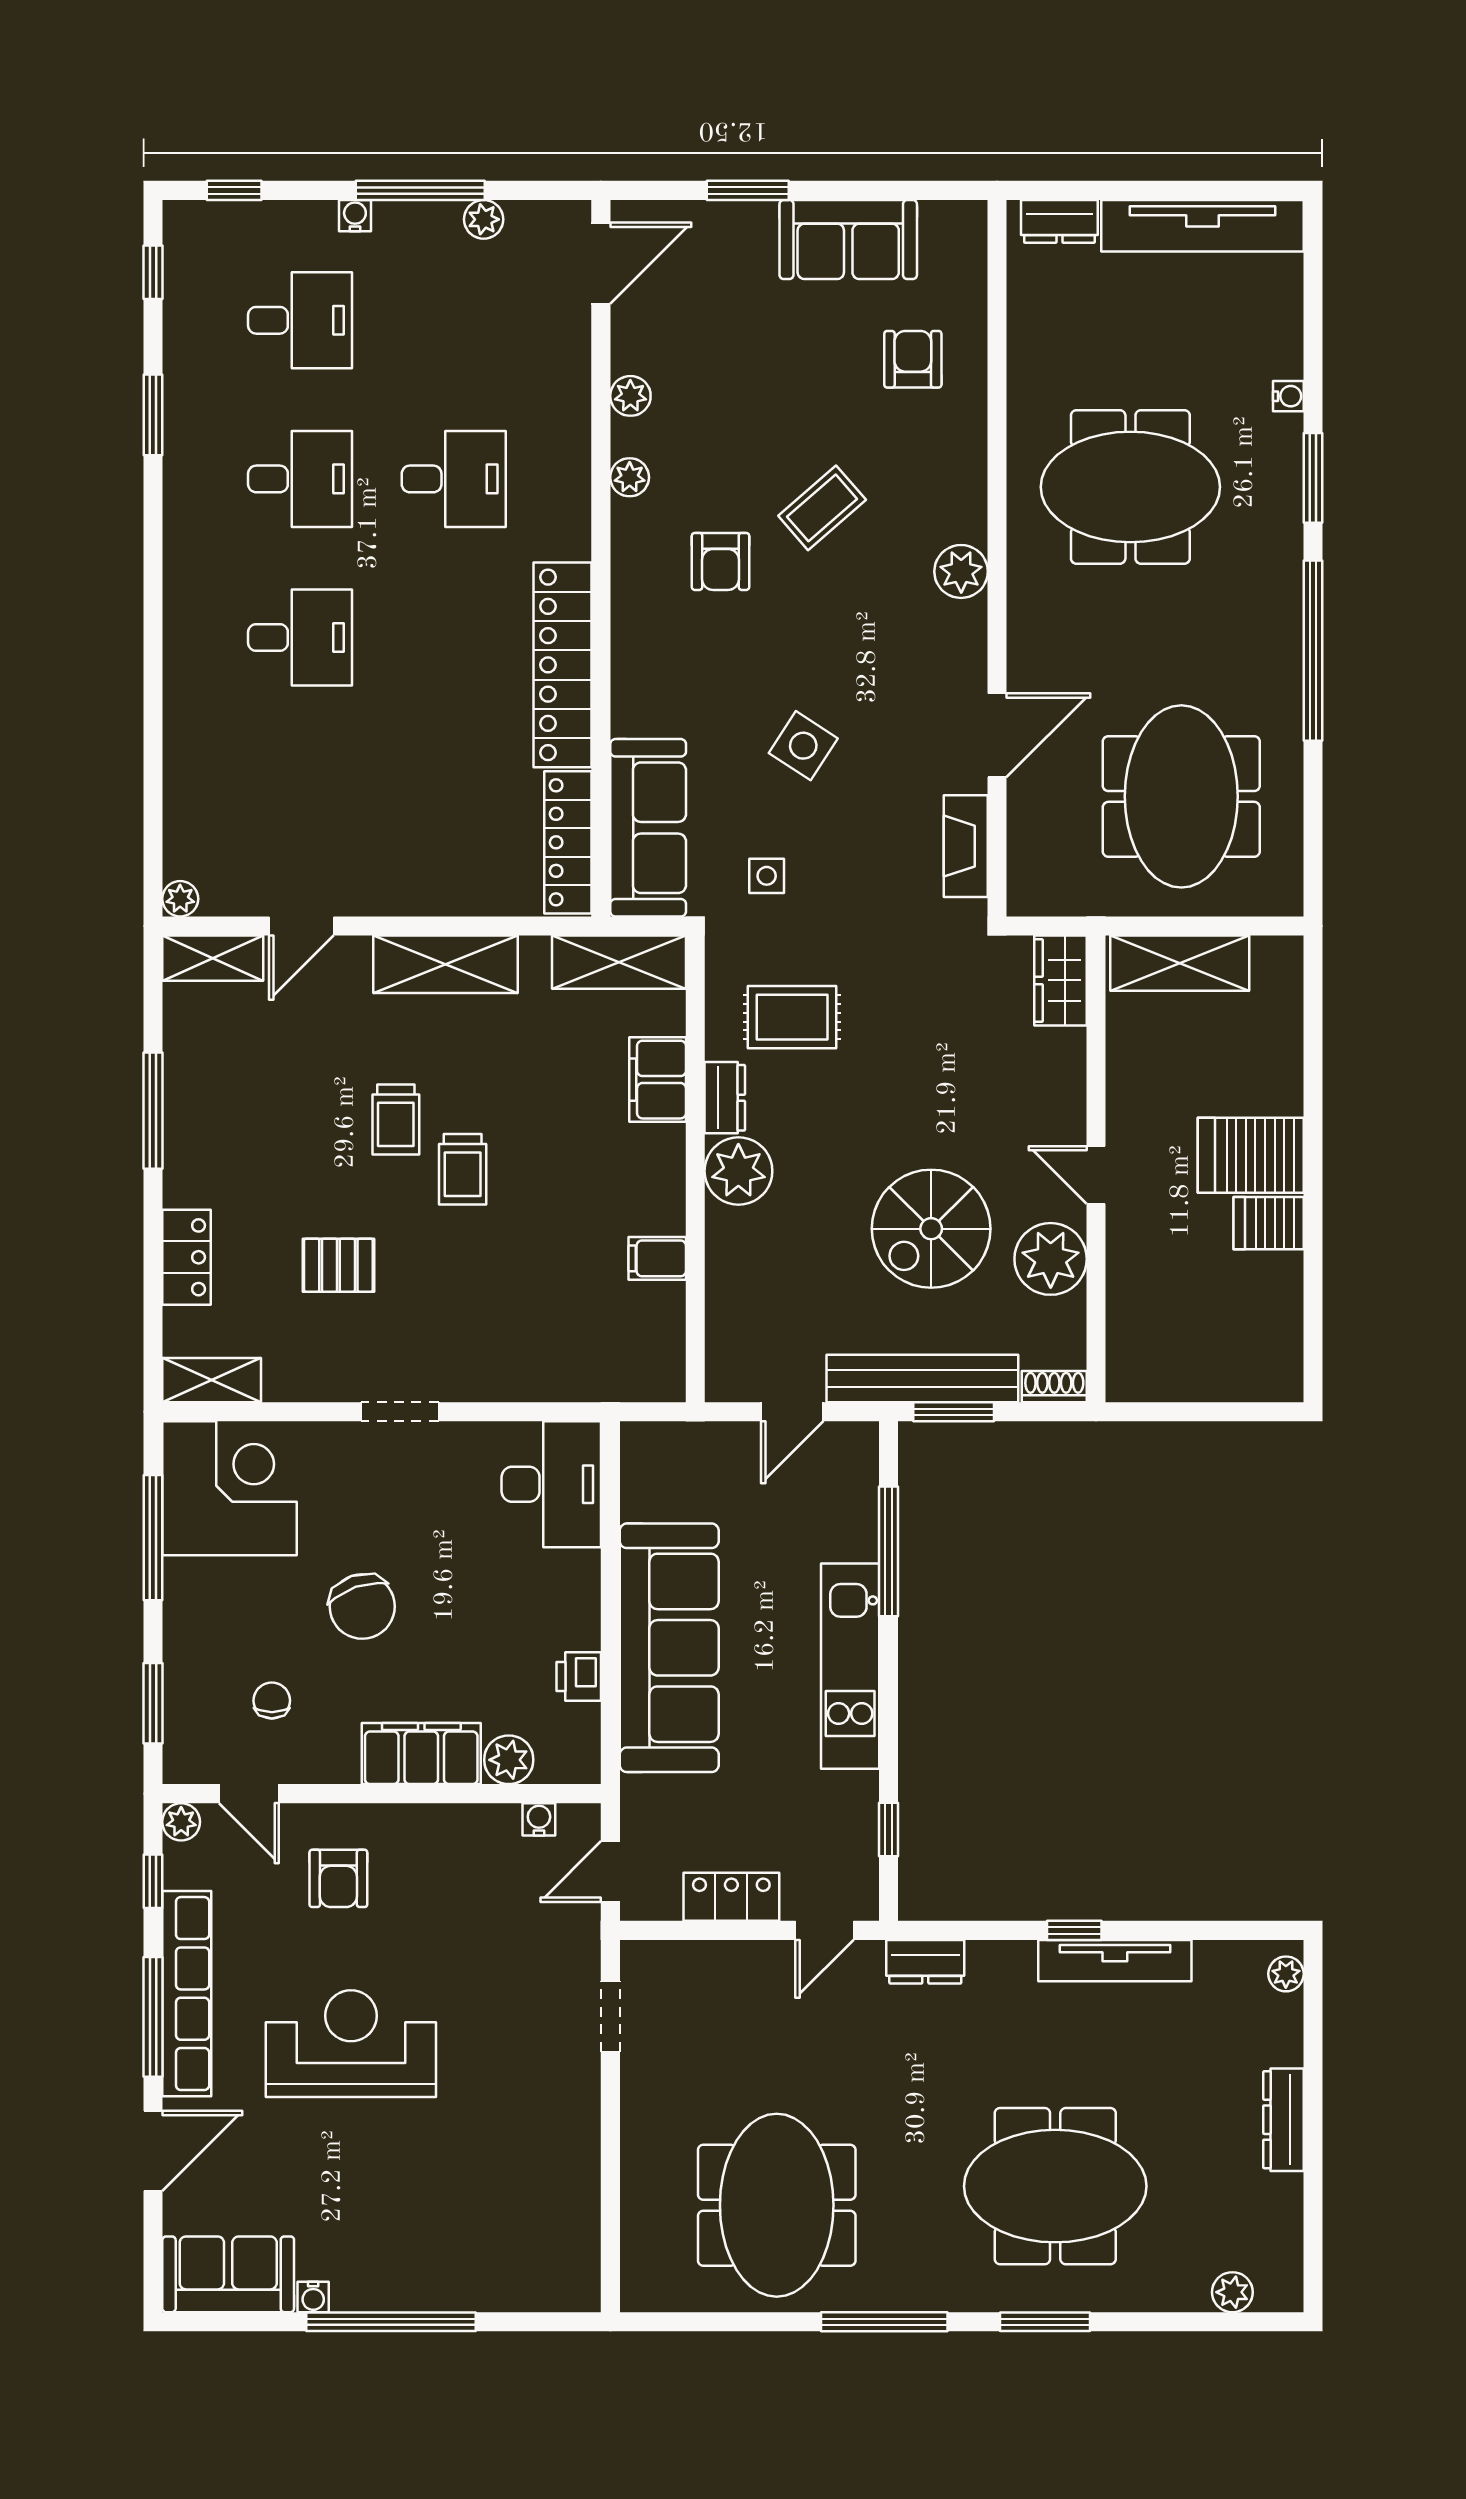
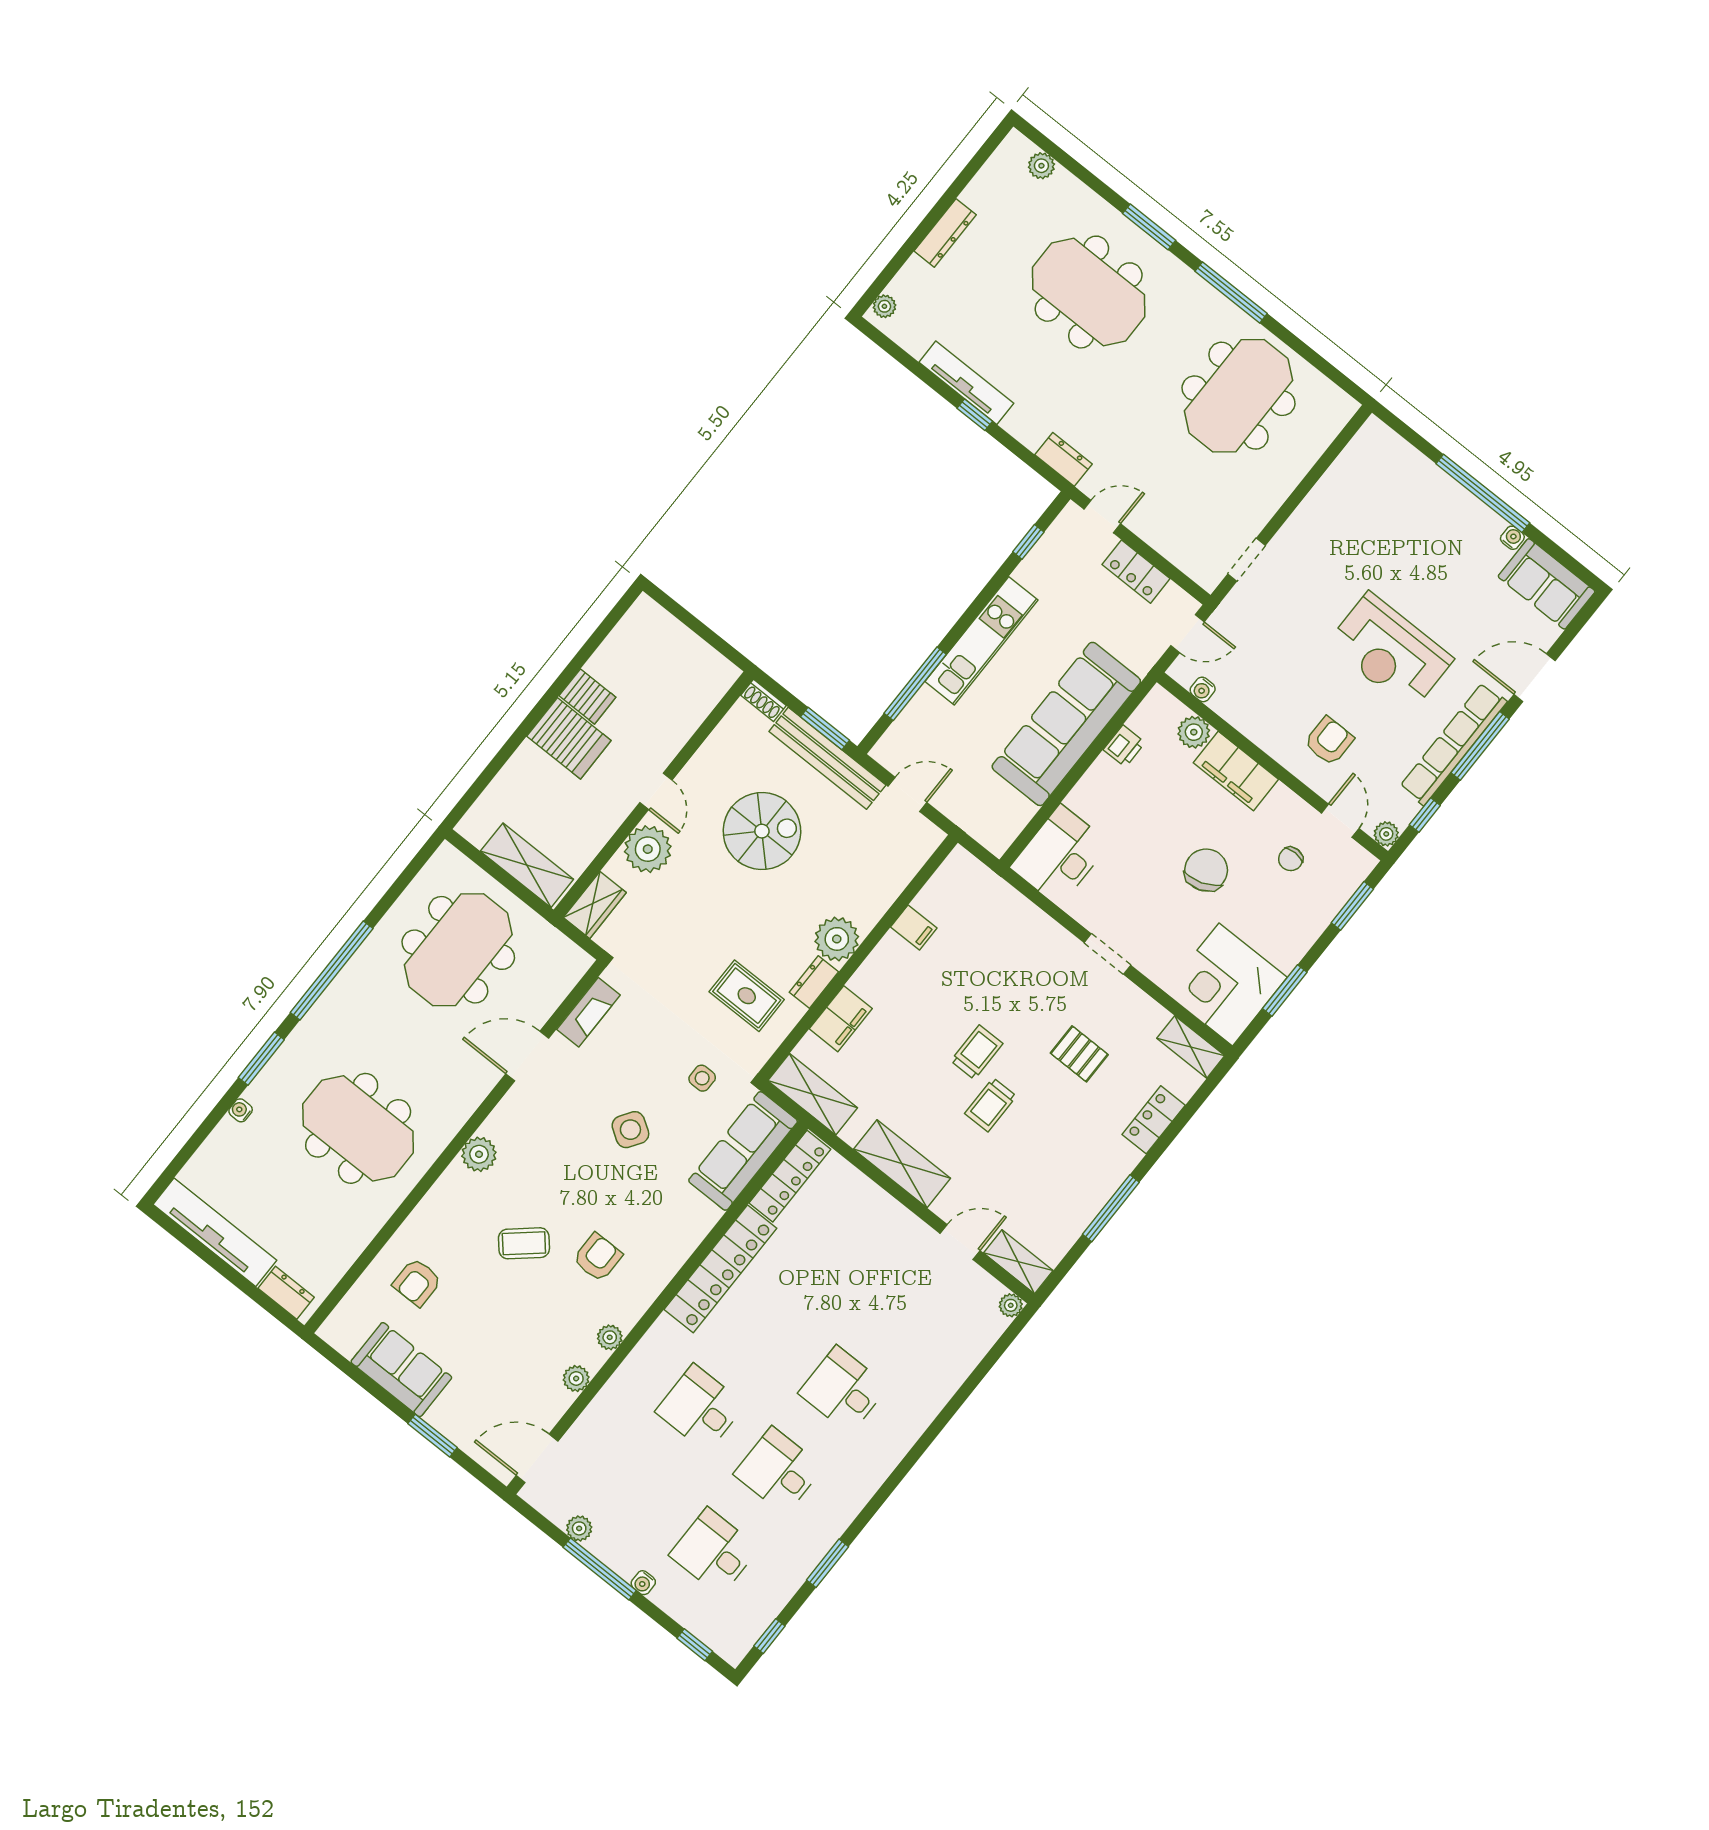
trolley: (396, 1120) -> (991, 1105), turned 180
plant: (1051, 1259) -> (648, 849), moved
window: (153, 1538) -> (1285, 990), width x0.69

